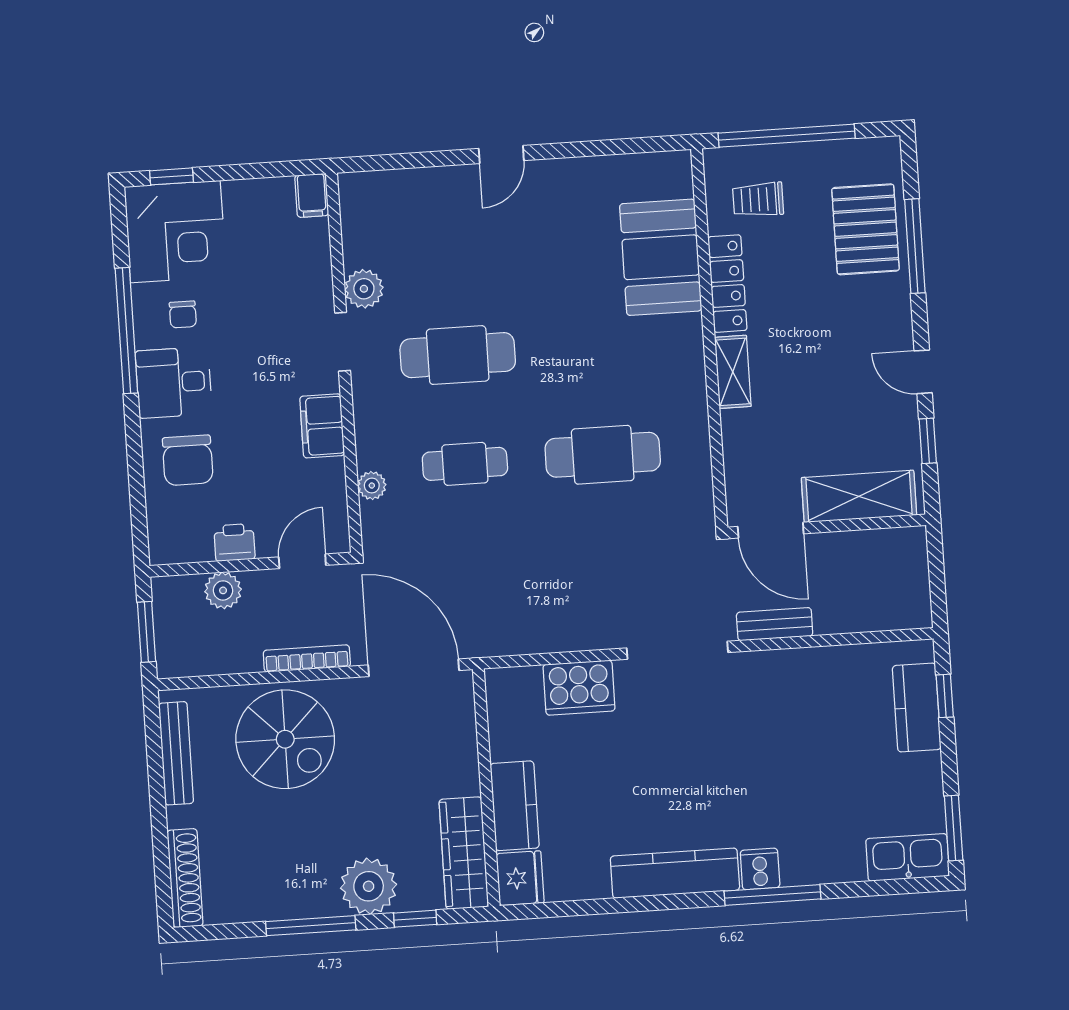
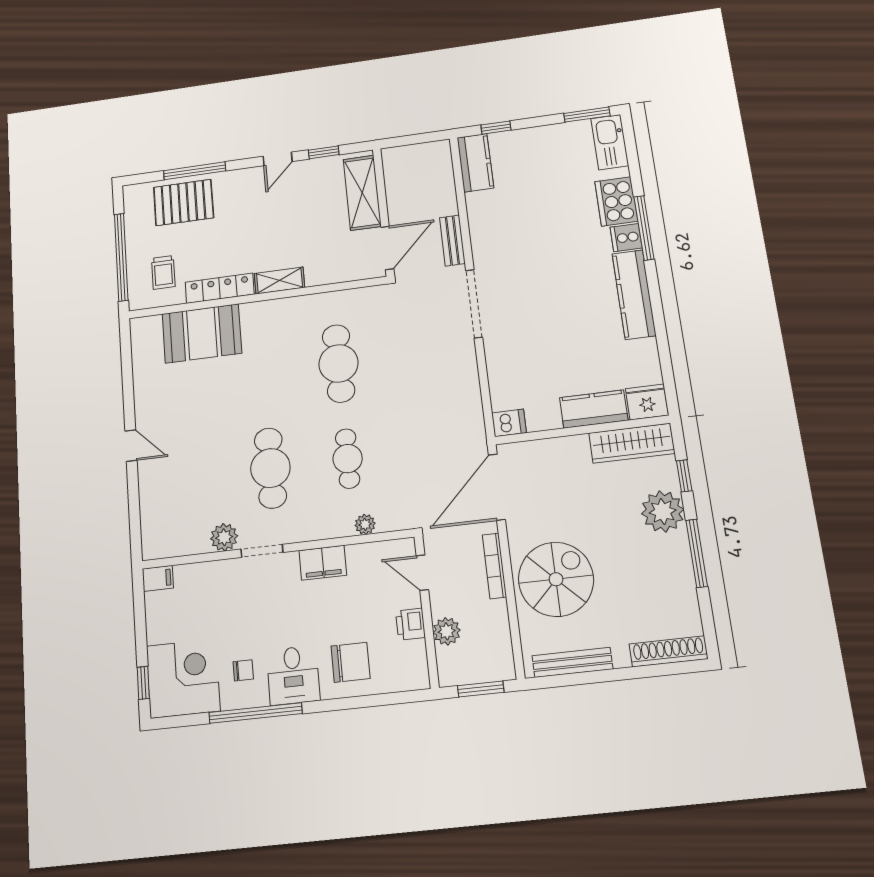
cooker: (579, 688) -> (616, 201), moved, turned 180
dishwasher: (502, 689) -> (509, 423), added
kitchen counter: (917, 708) -> (475, 163), moved, turned -90

